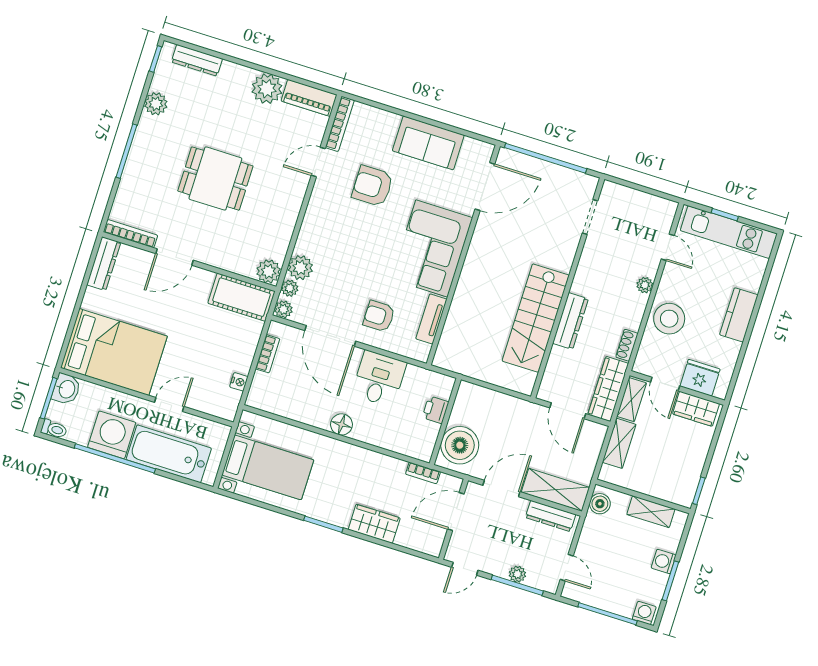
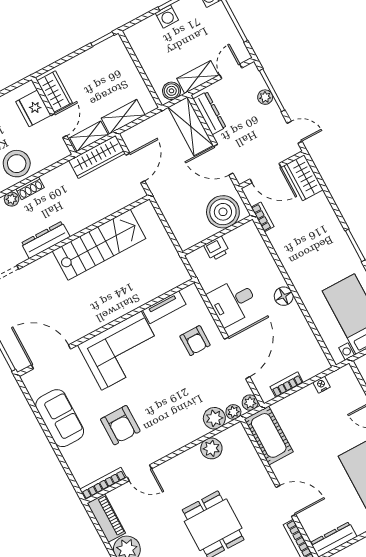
plant: (269, 271) -> (211, 448), moved
dresser: (570, 321) -> (46, 240), moved
shoe rack: (627, 345) -> (30, 188), moved
shelving: (651, 512) -> (198, 77), moved, turned 90
wardrobe: (374, 524) -> (304, 178), moved

